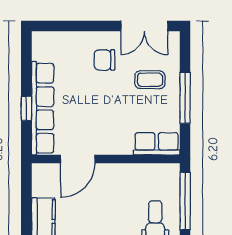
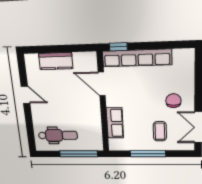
window: (26, 108) -> (118, 47), moved
row of seats: (157, 144) -> (115, 123), moved

